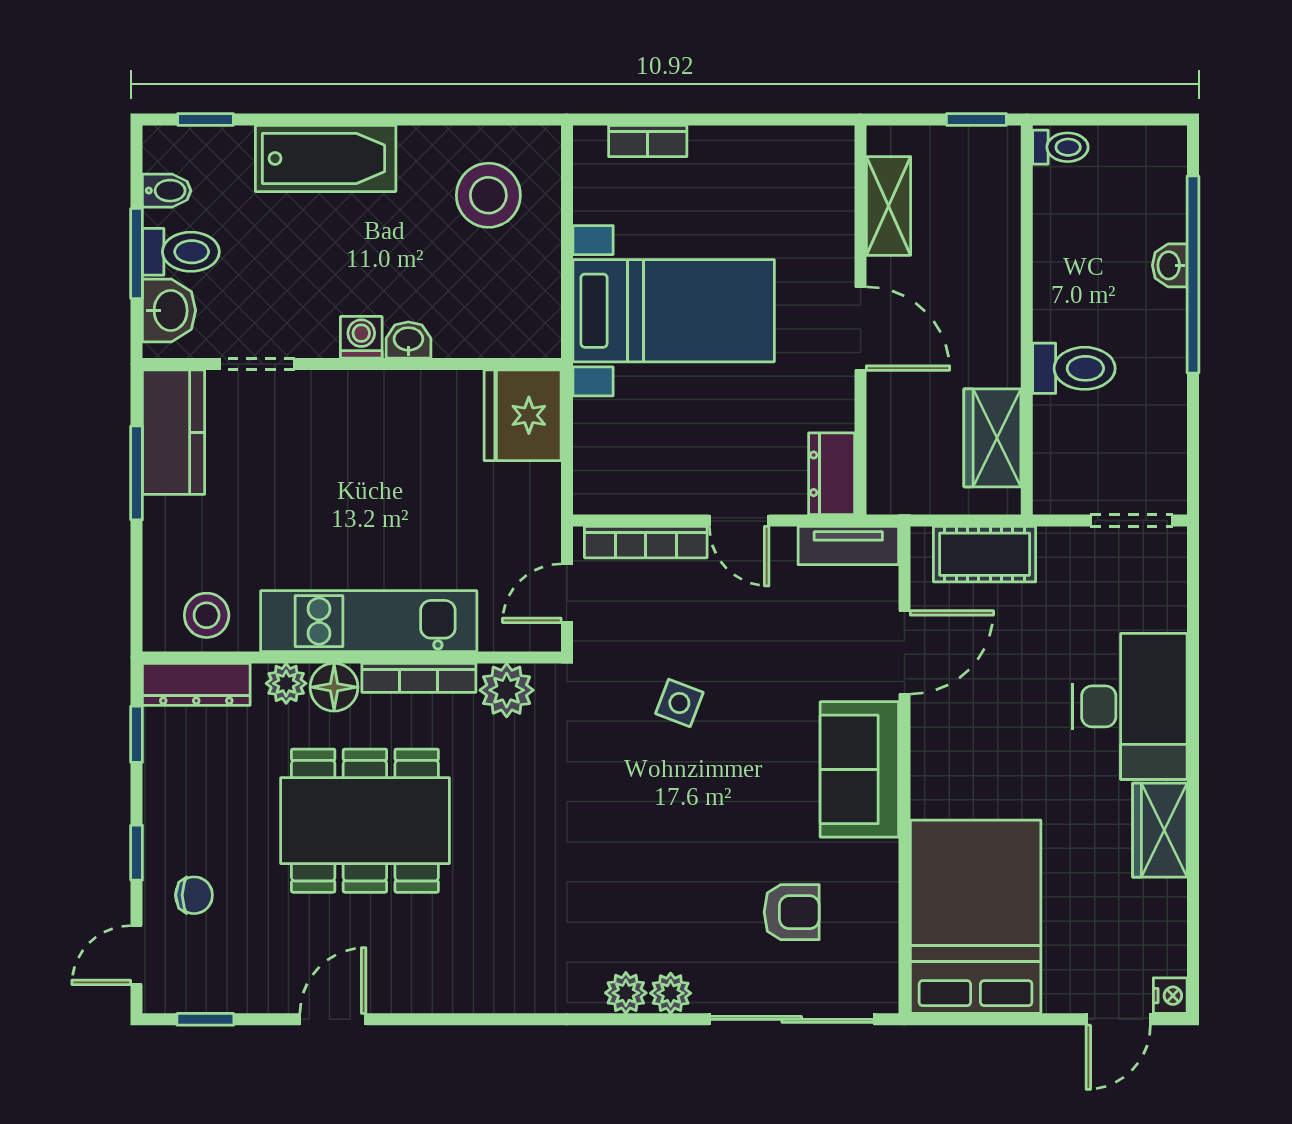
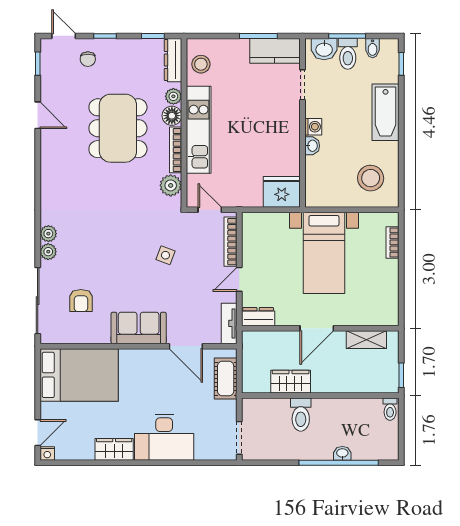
wardrobe: (992, 438) -> (291, 382), moved
door: (1118, 1019) -> (38, 433), swing flipped

